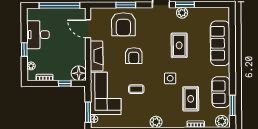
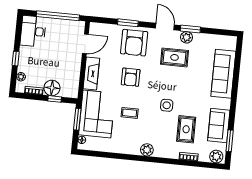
armchair: (123, 24) -> (134, 43), moved
door: (88, 29) -> (85, 44), swing flipped
desk: (38, 35) -> (33, 31), moved
rug: (179, 45) -> (174, 57), moved, turned 90
floor lamp: (79, 73) -> (52, 88), moved
window: (88, 112) -> (77, 119), moved

